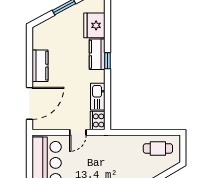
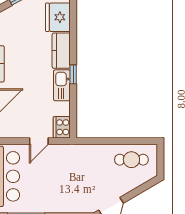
window: (107, 61) -> (73, 74), moved
kitchen sink: (98, 97) -> (62, 85), moved

